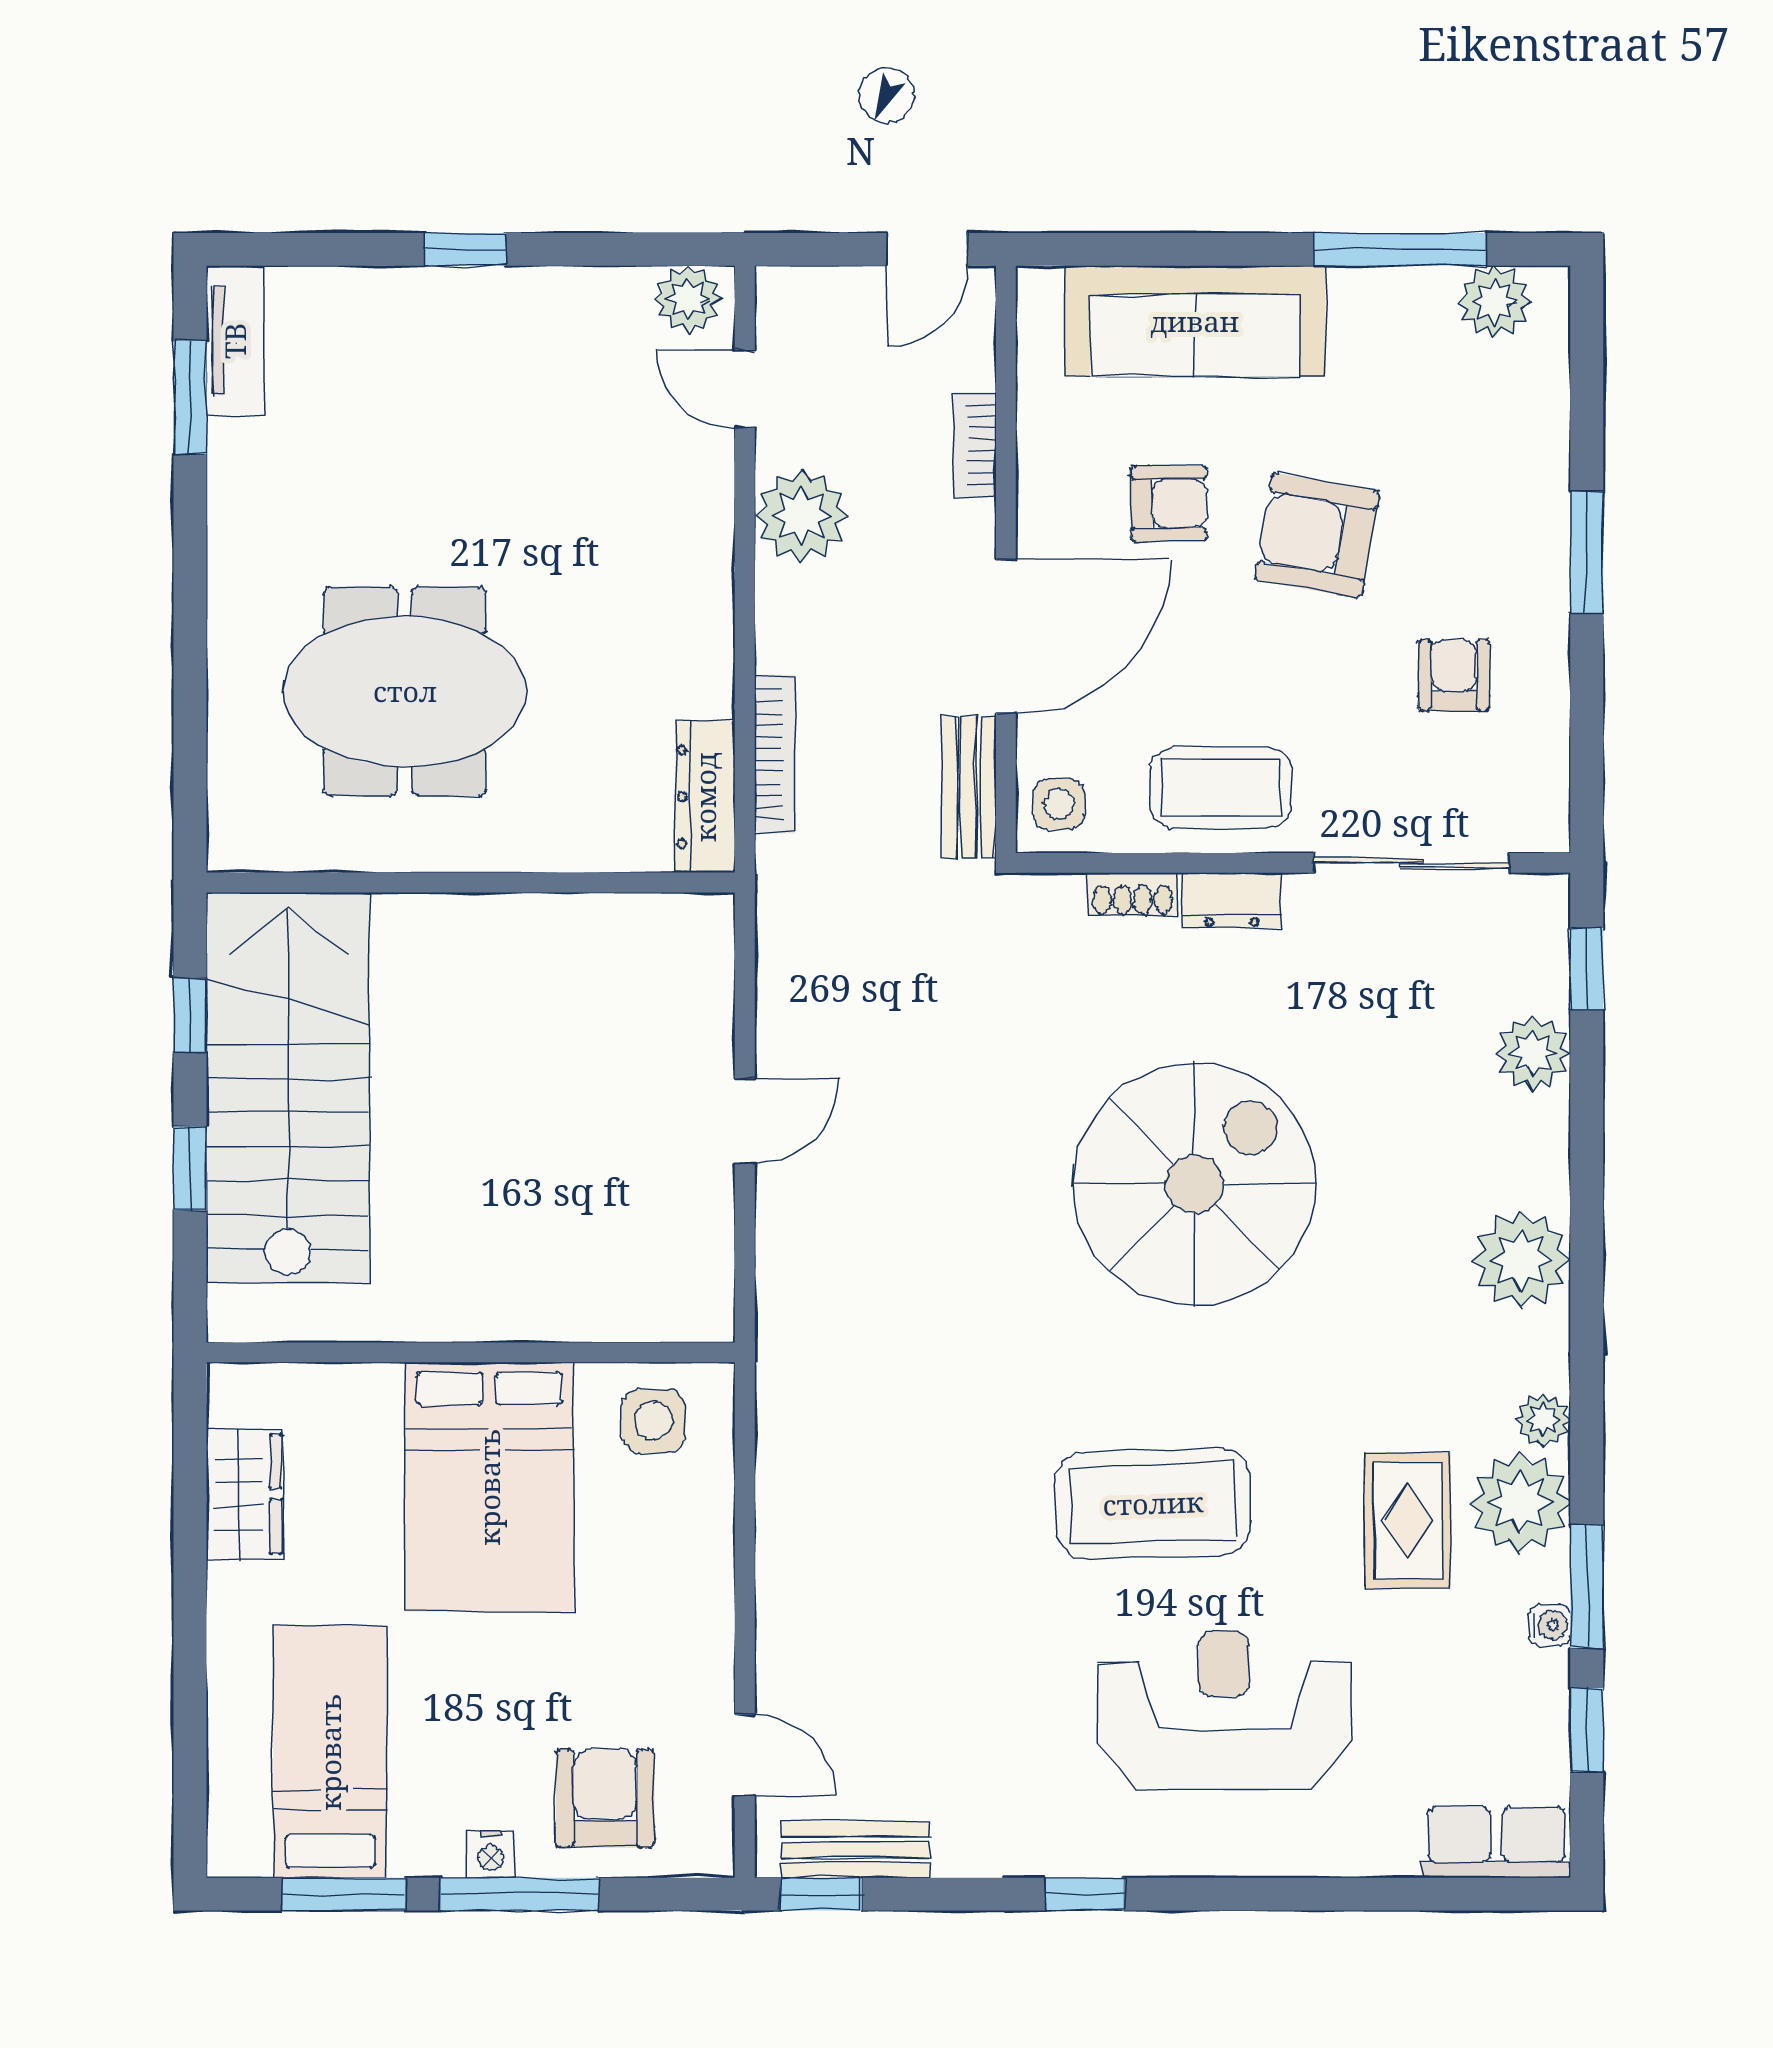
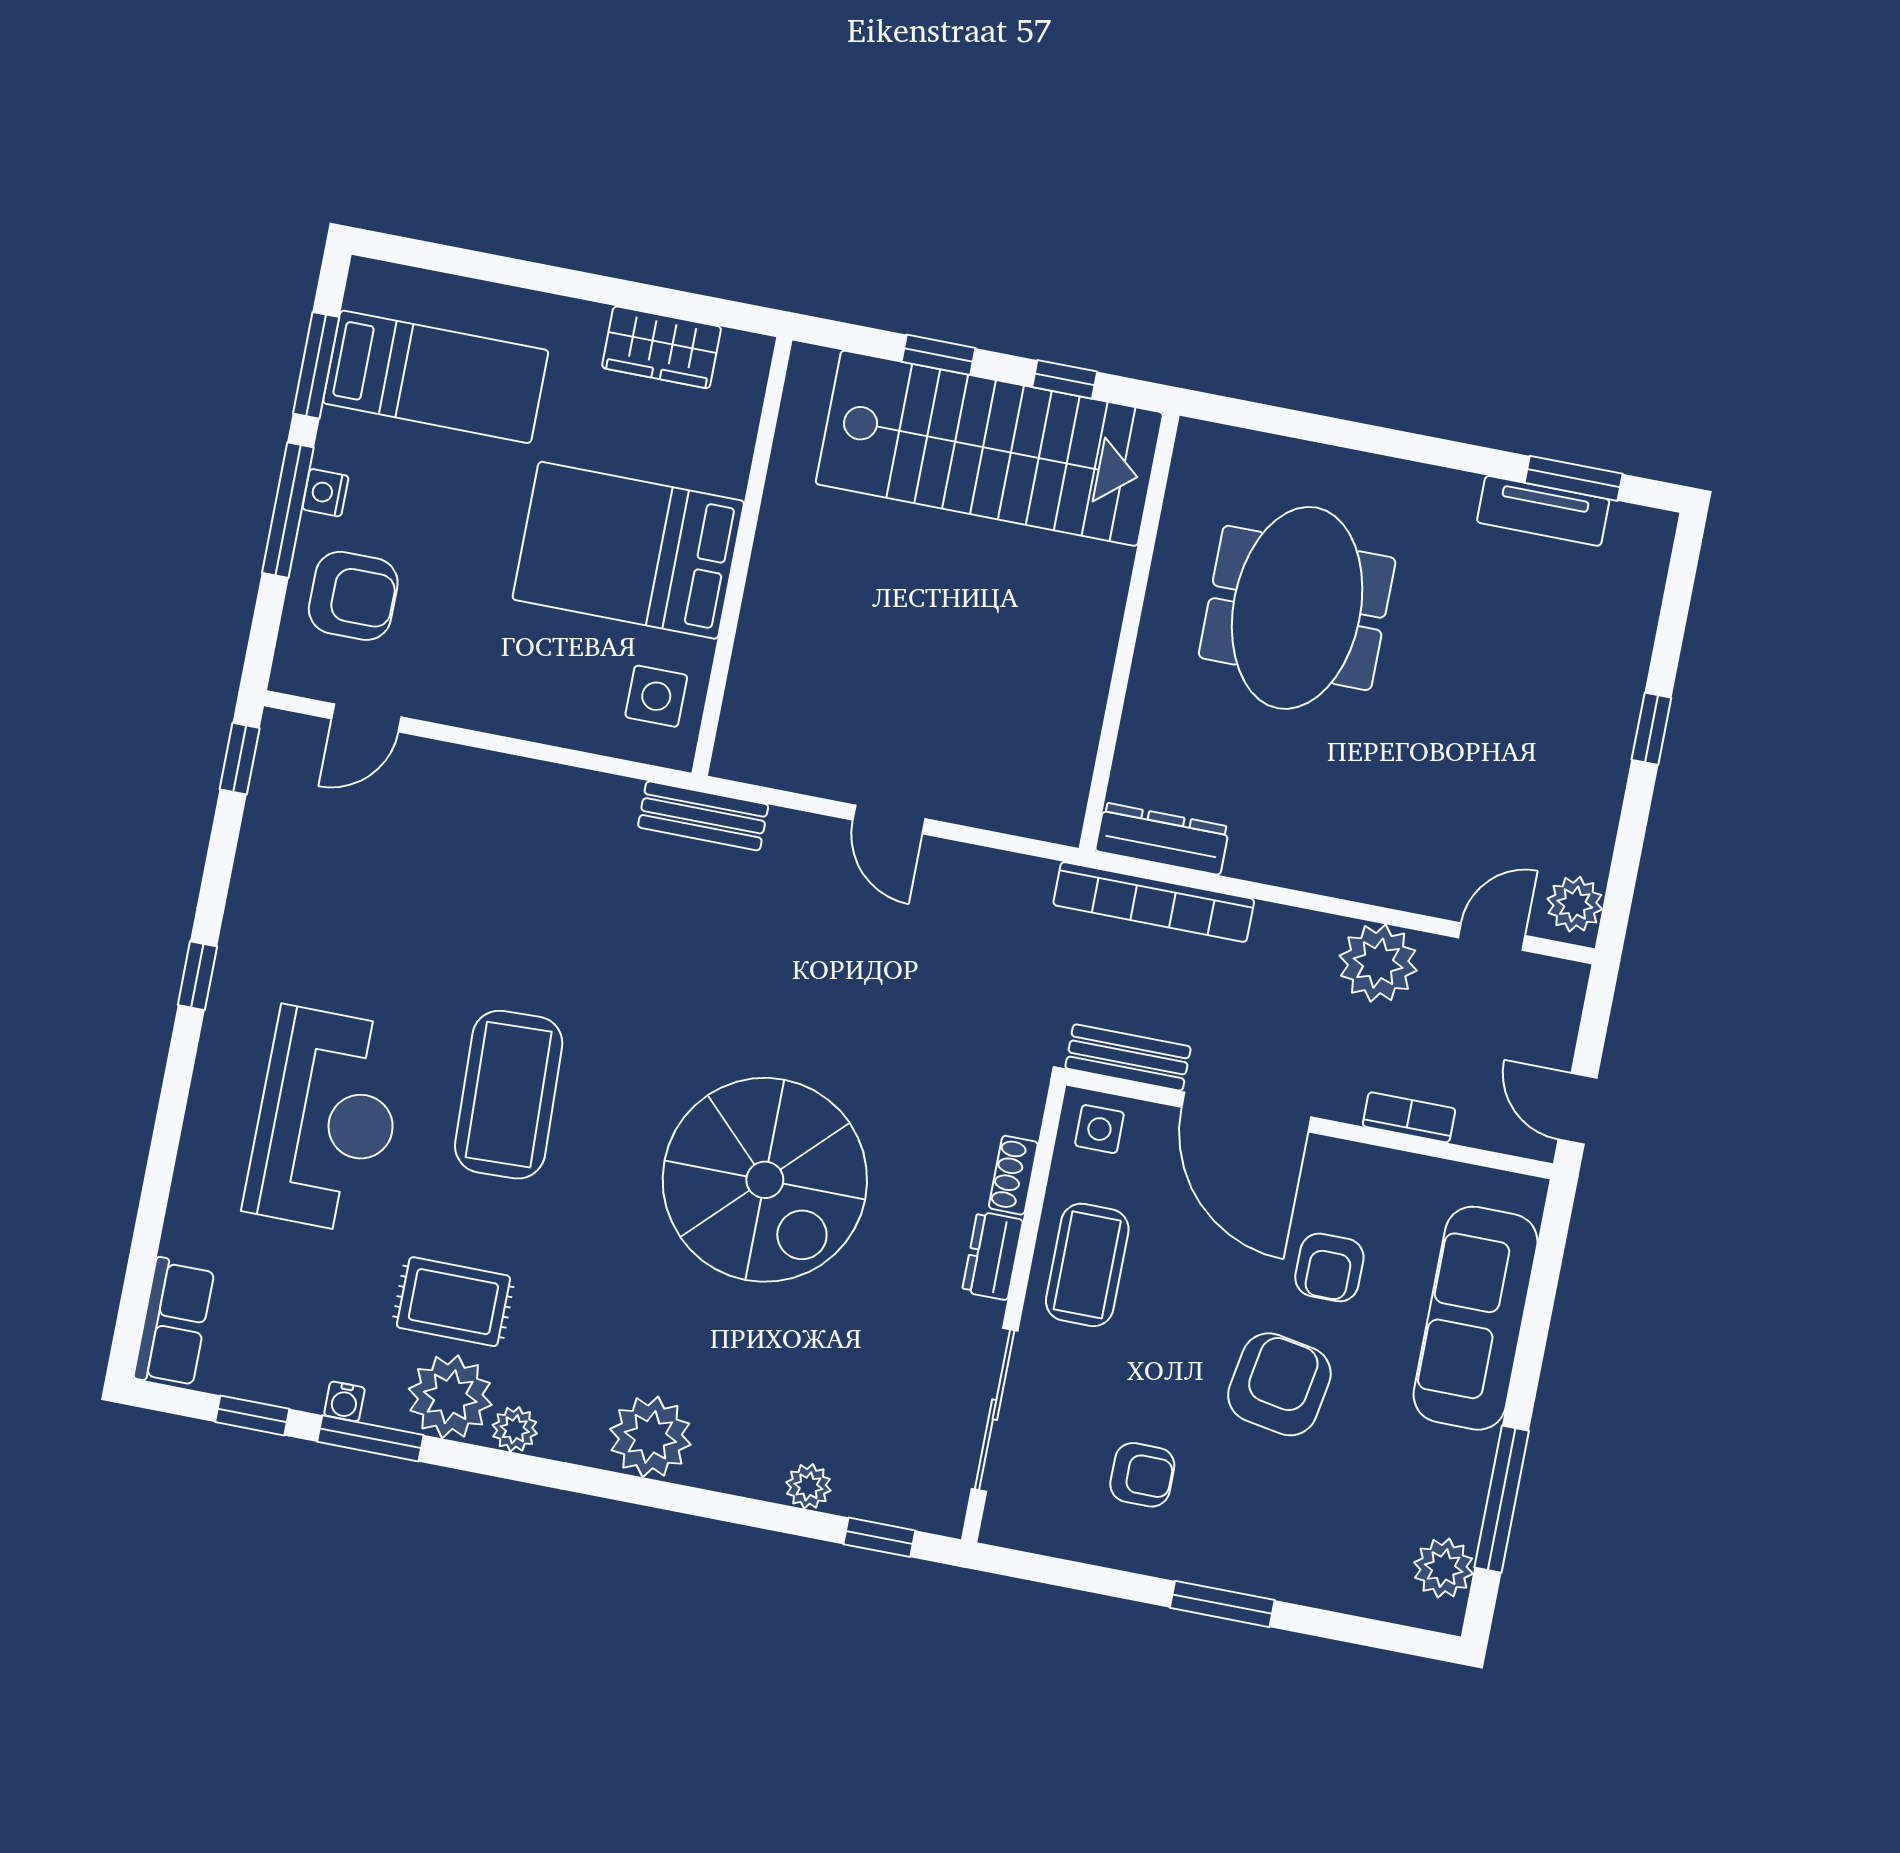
tv unit: (235, 341) -> (1543, 511), moved
bookcase: (775, 754) -> (1154, 902), width x1.48, depth x1.31
plant: (1533, 1053) -> (808, 1486), width x0.73, depth x0.73
bench: (856, 1850) -> (703, 816), moved, turned 90

